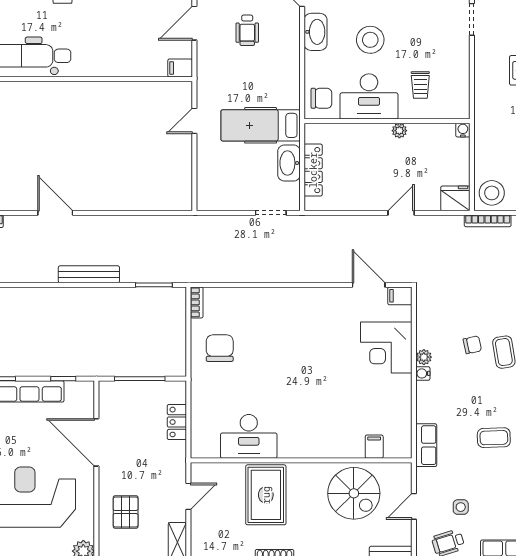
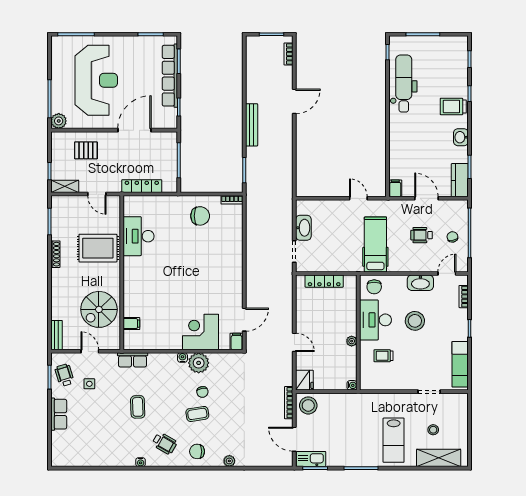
hospital bed: (261, 125) -> (375, 244), moved
washbasin: (289, 163) -> (303, 228), moved, turned 90
plant: (424, 357) -> (199, 363), width x1.87, depth x1.87
locker: (177, 422) -> (142, 186), width x1.53

